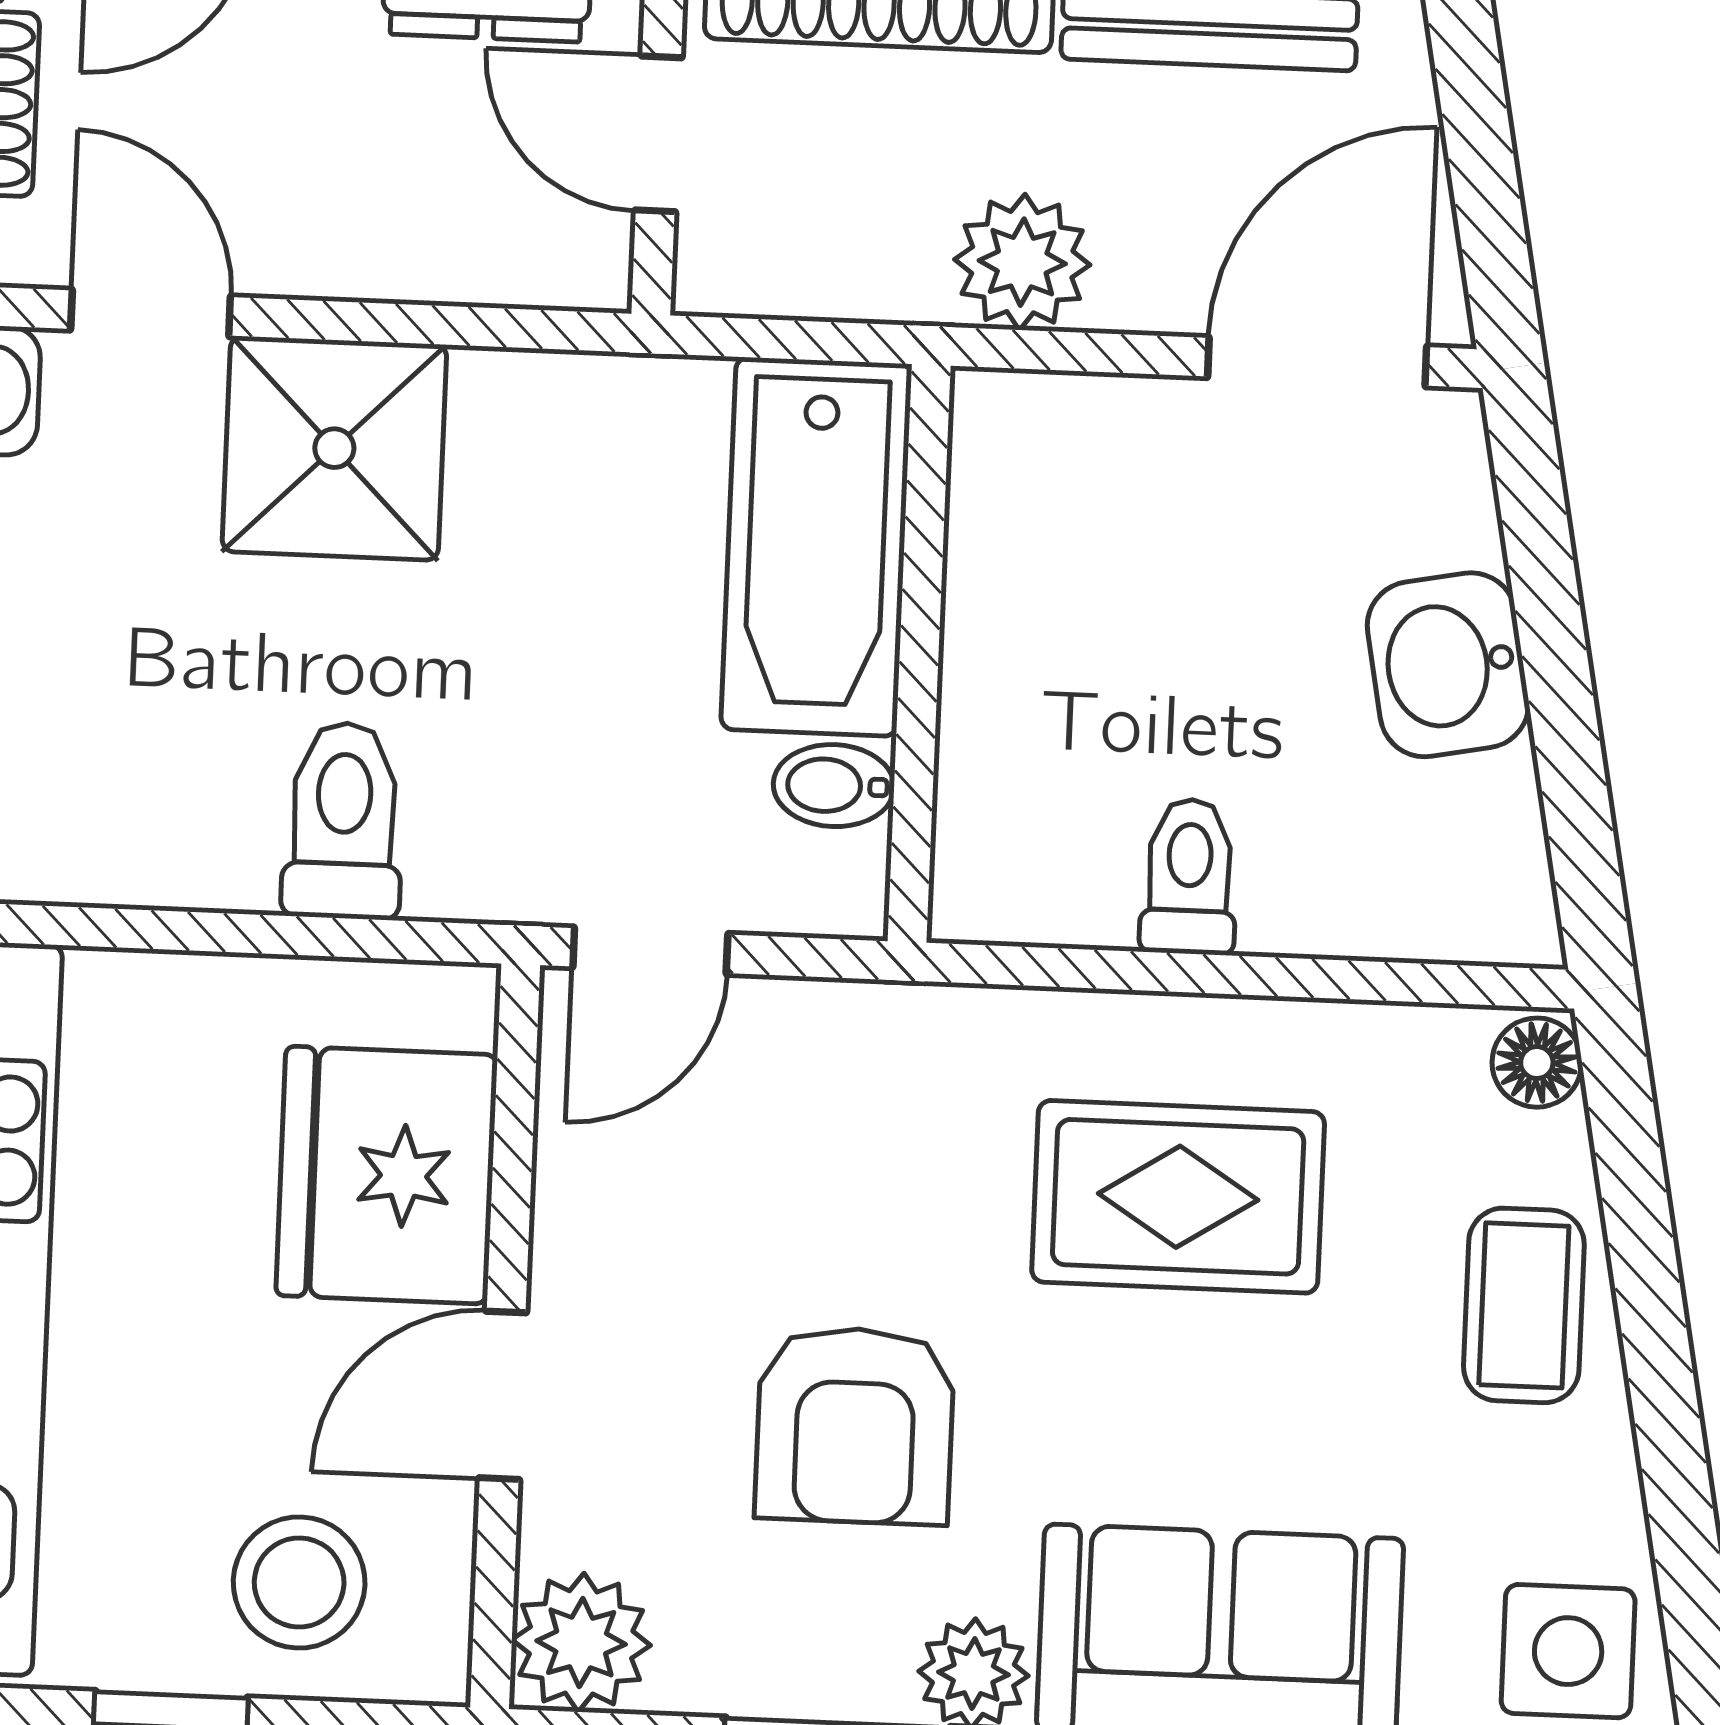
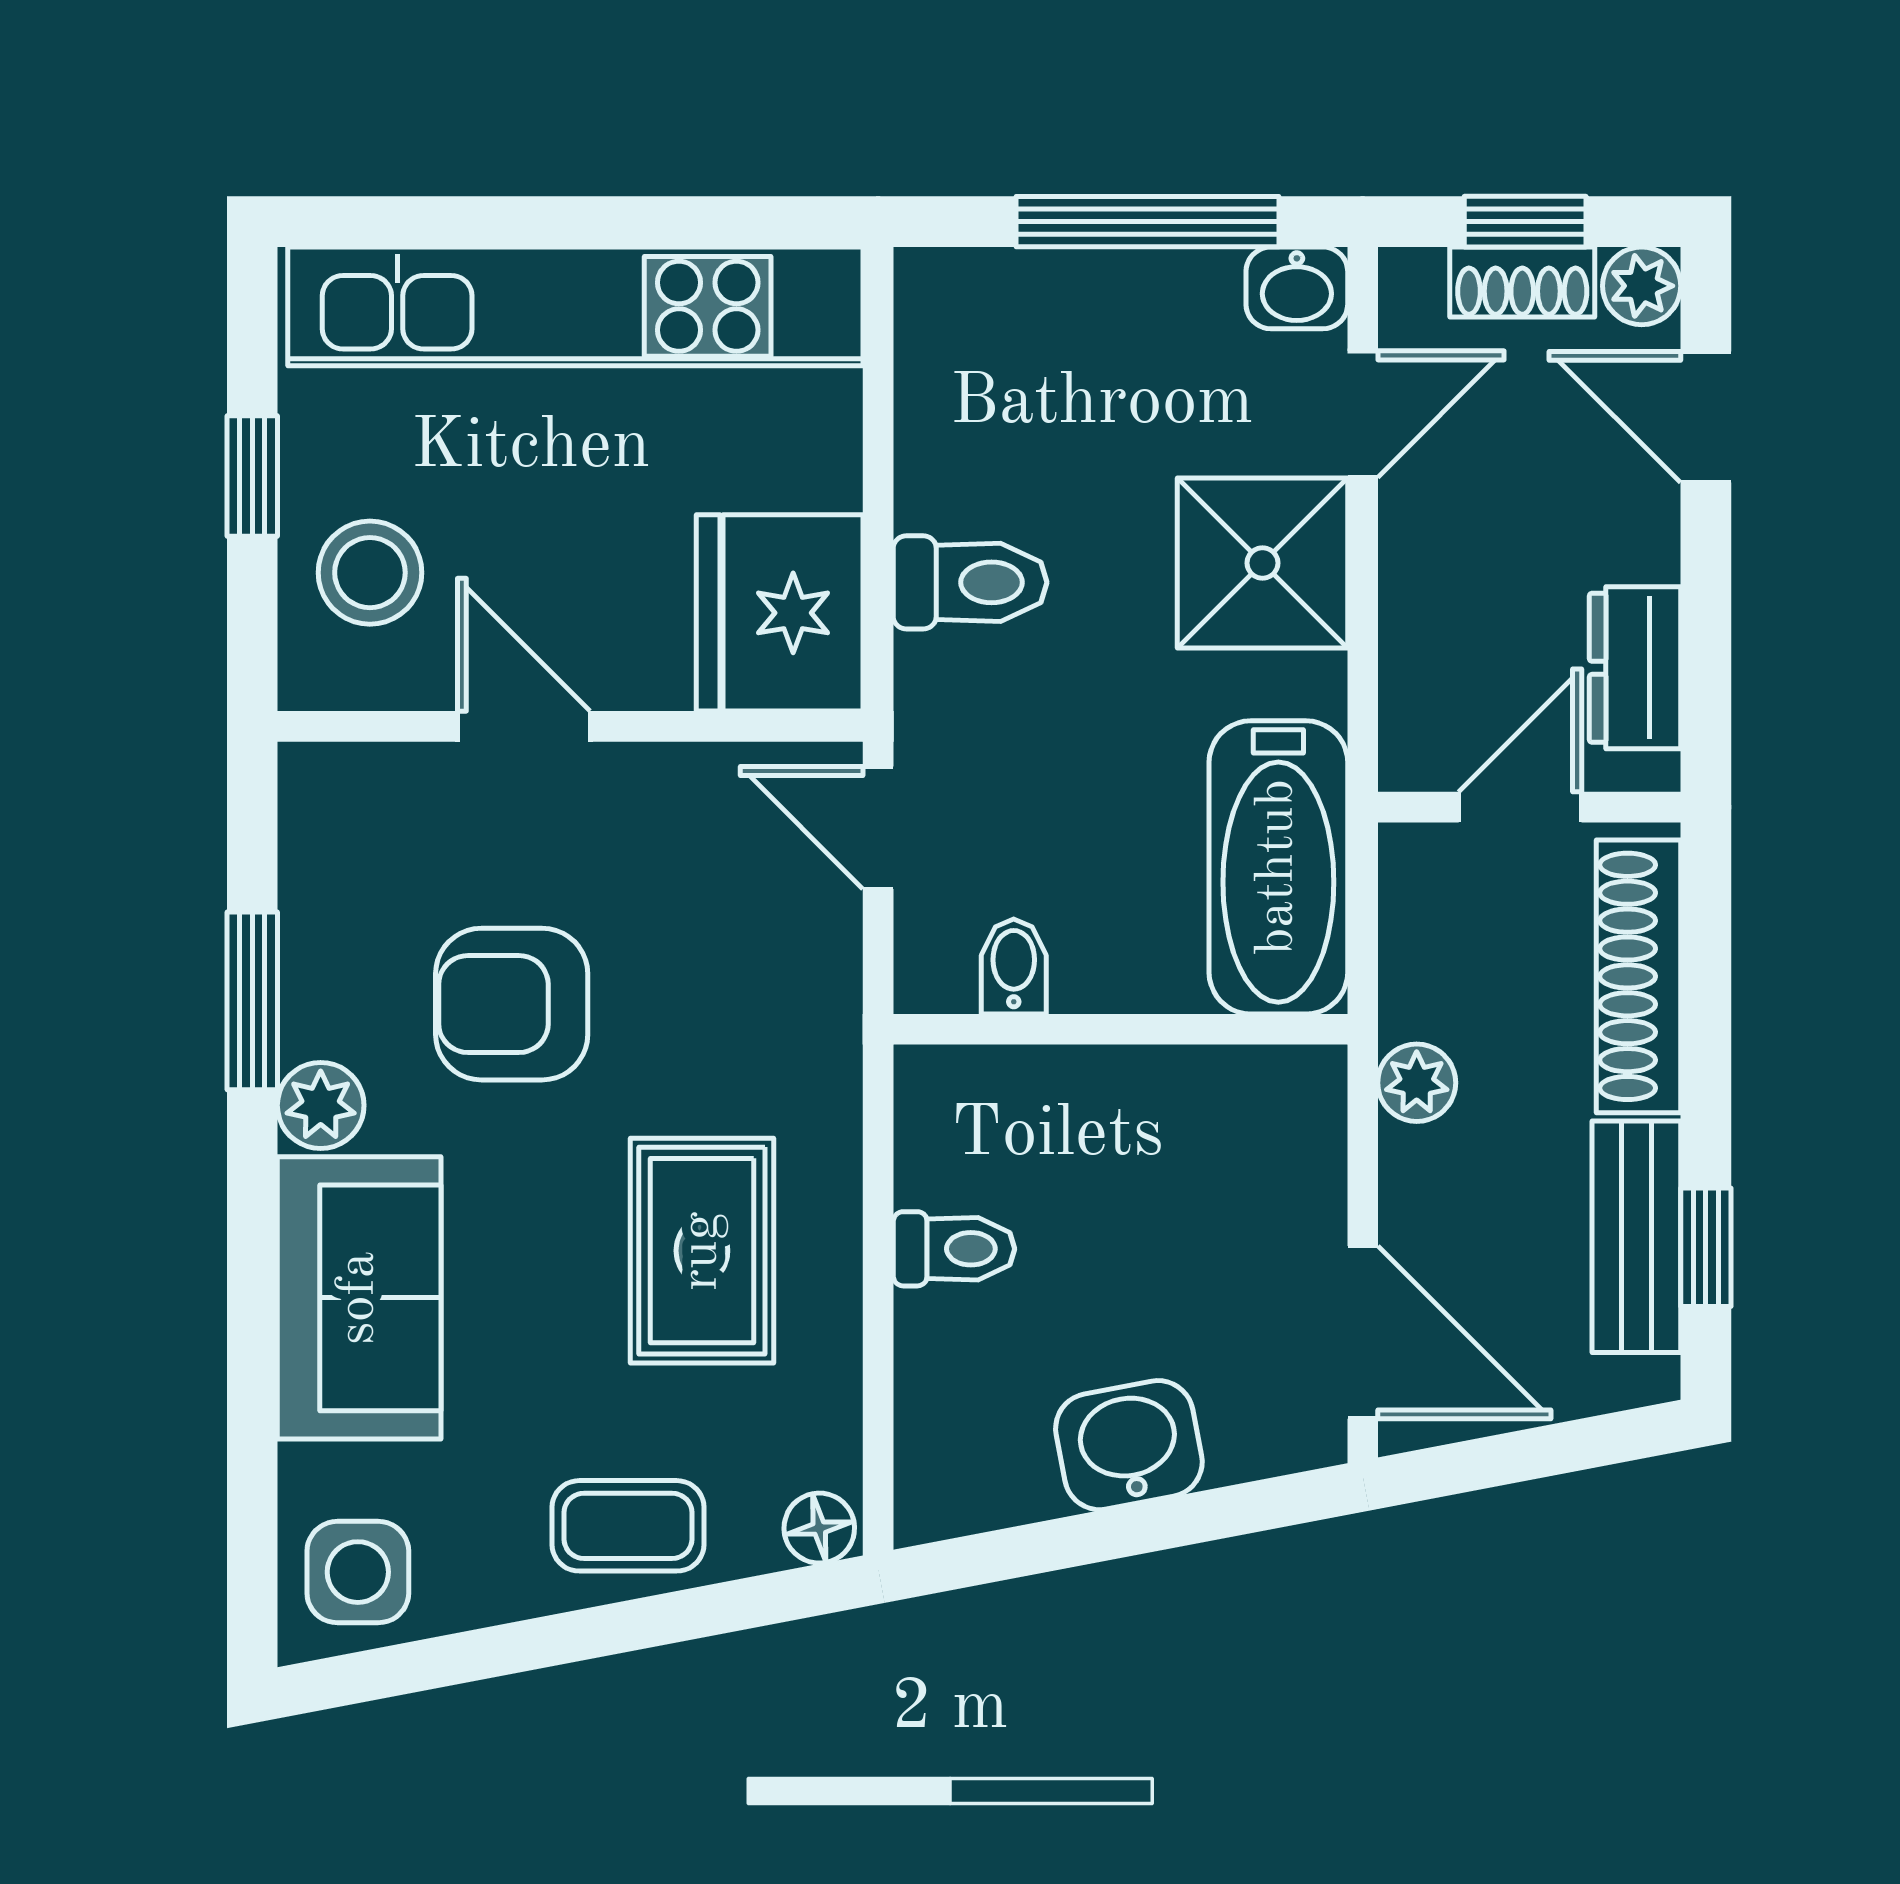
plant: (1022, 262) -> (1417, 1083), width x0.73, depth x0.73
bathtub: (816, 547) -> (1278, 867), moved, turned -90
fridge: (387, 1175) -> (780, 613), moved, turned -90
plant: (581, 1642) -> (332, 796), removed

